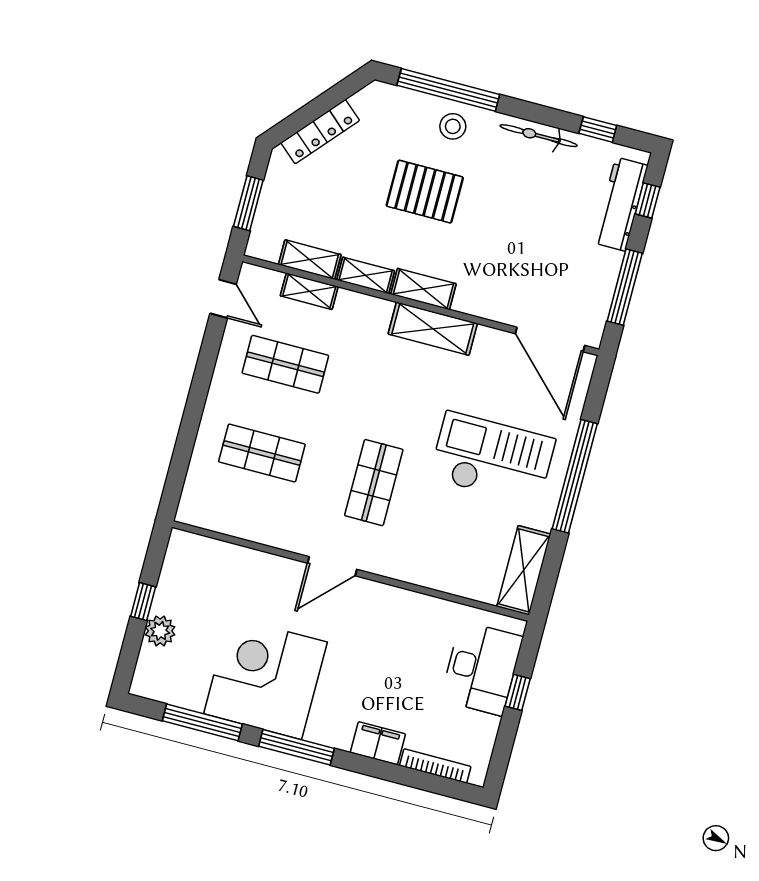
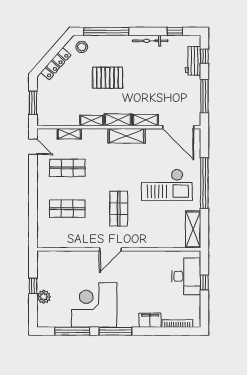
stool: (453, 126) -> (82, 47), moved
workbench: (621, 204) -> (193, 61), width x0.73
shelving: (310, 260) -> (145, 120), moved
checkout: (492, 459) -> (167, 185), turned 180

